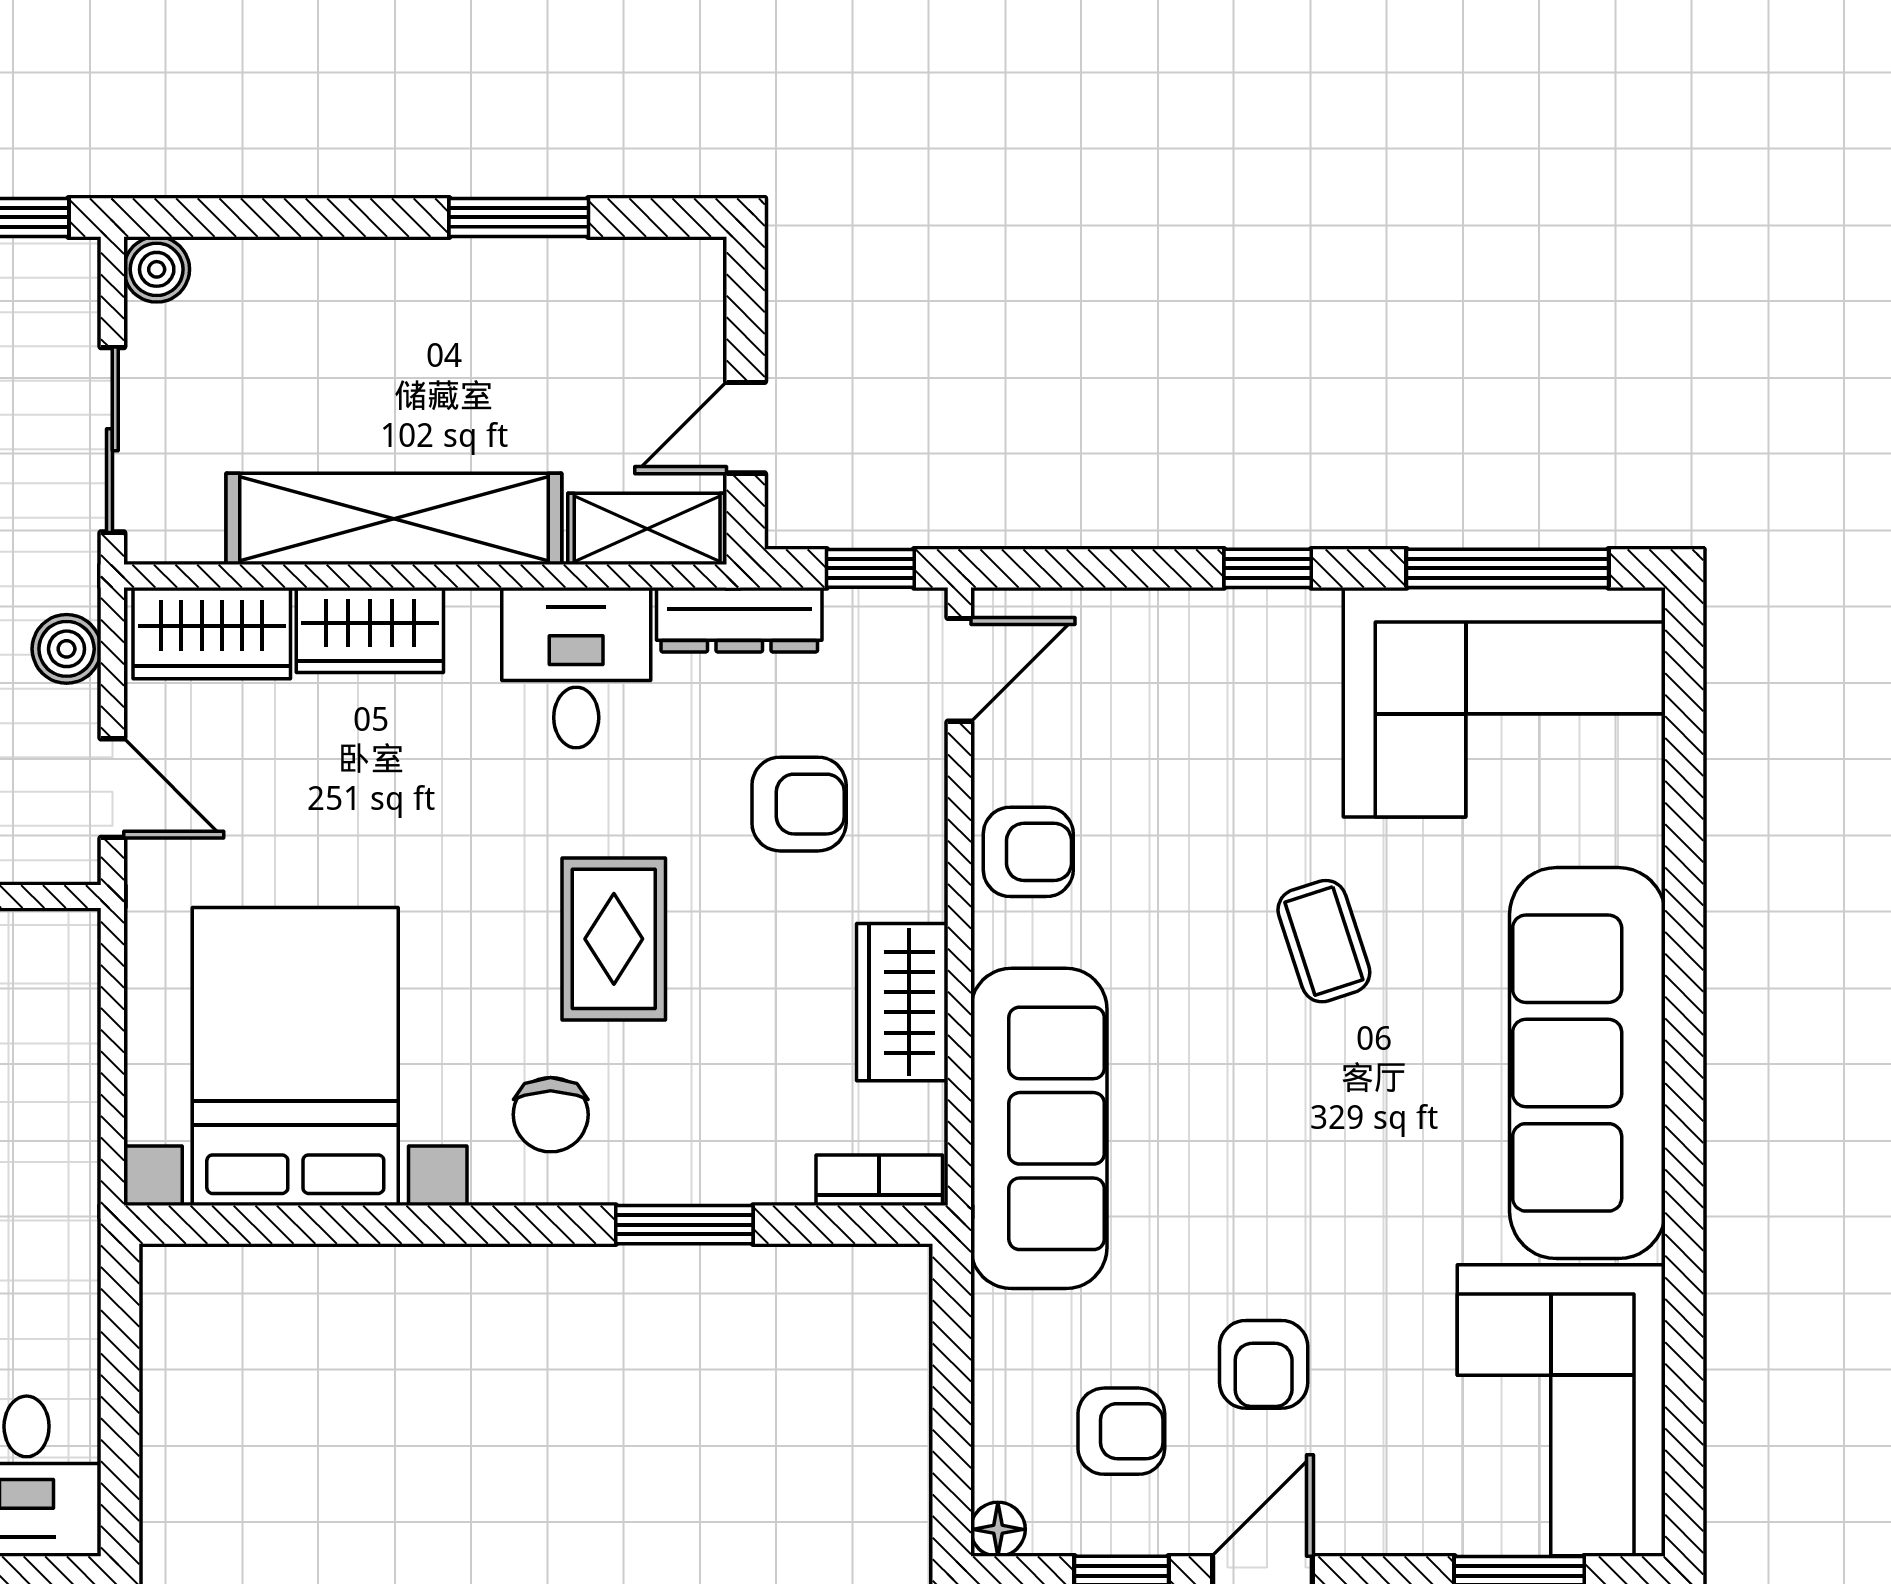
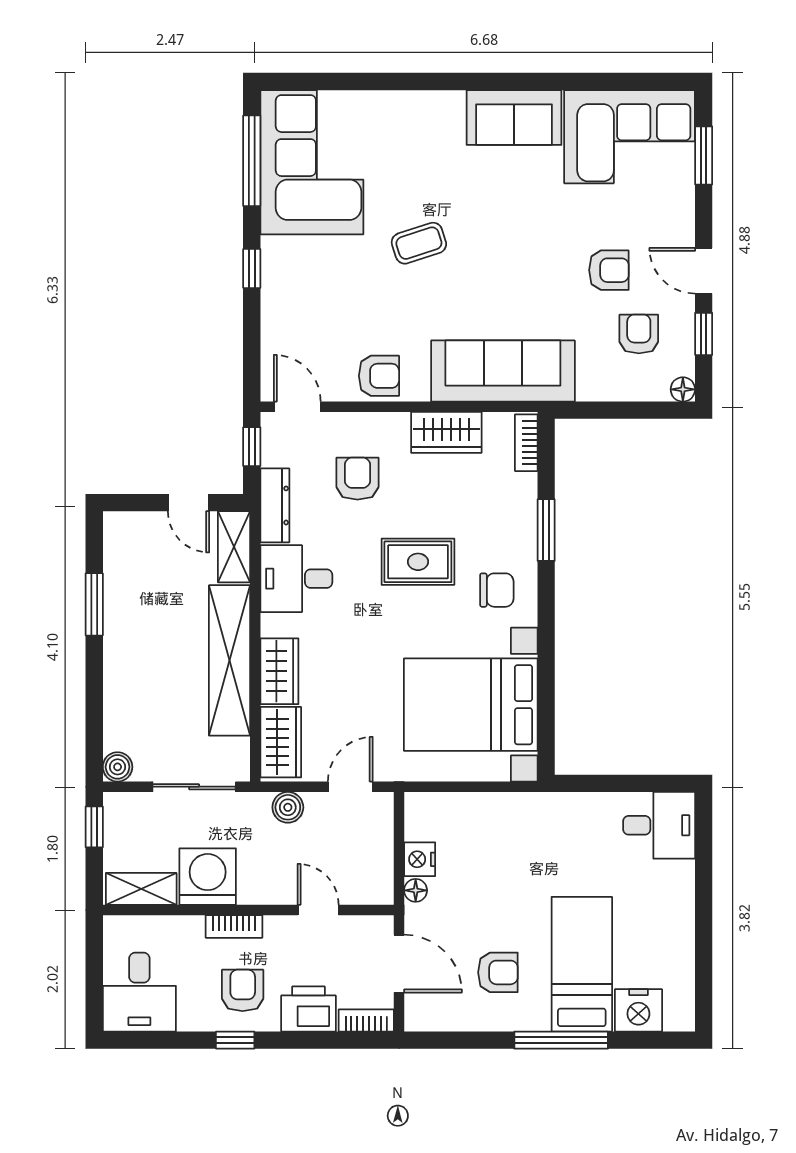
armchair: (1028, 852) -> (379, 376), turned 90
sofa: (1587, 1063) -> (514, 117), width x0.54, depth x0.79

